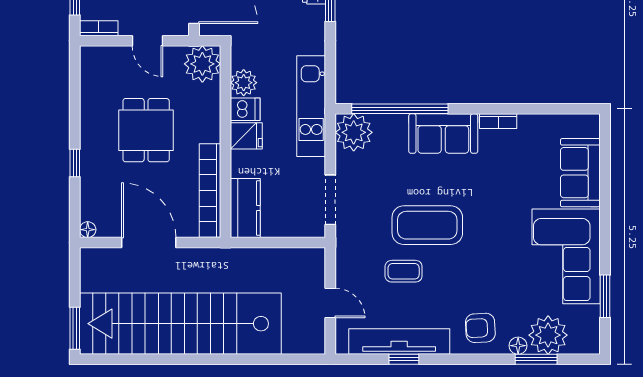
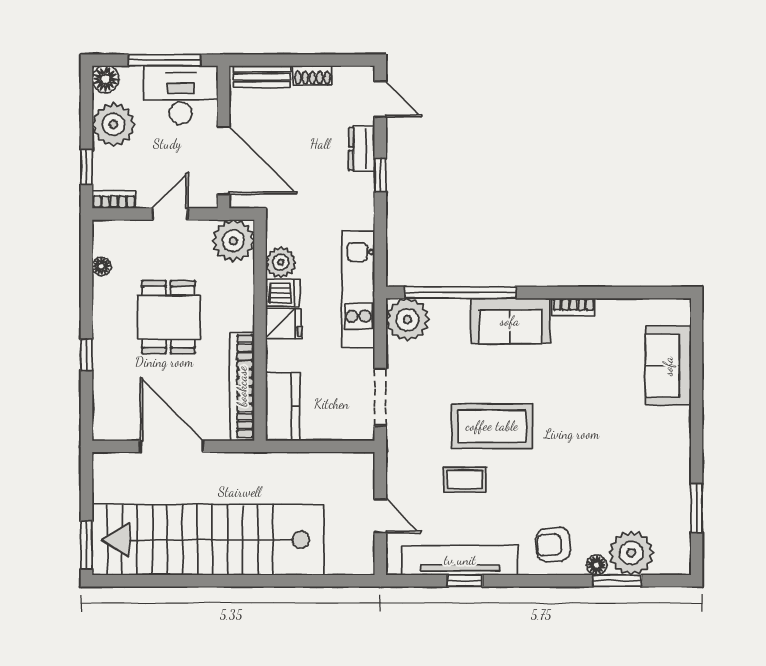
door: (148, 41) -> (170, 214), swing flipped
floor lamp: (88, 230) -> (101, 266), moved
corner sofa: (566, 256) -> (652, 462), removed

